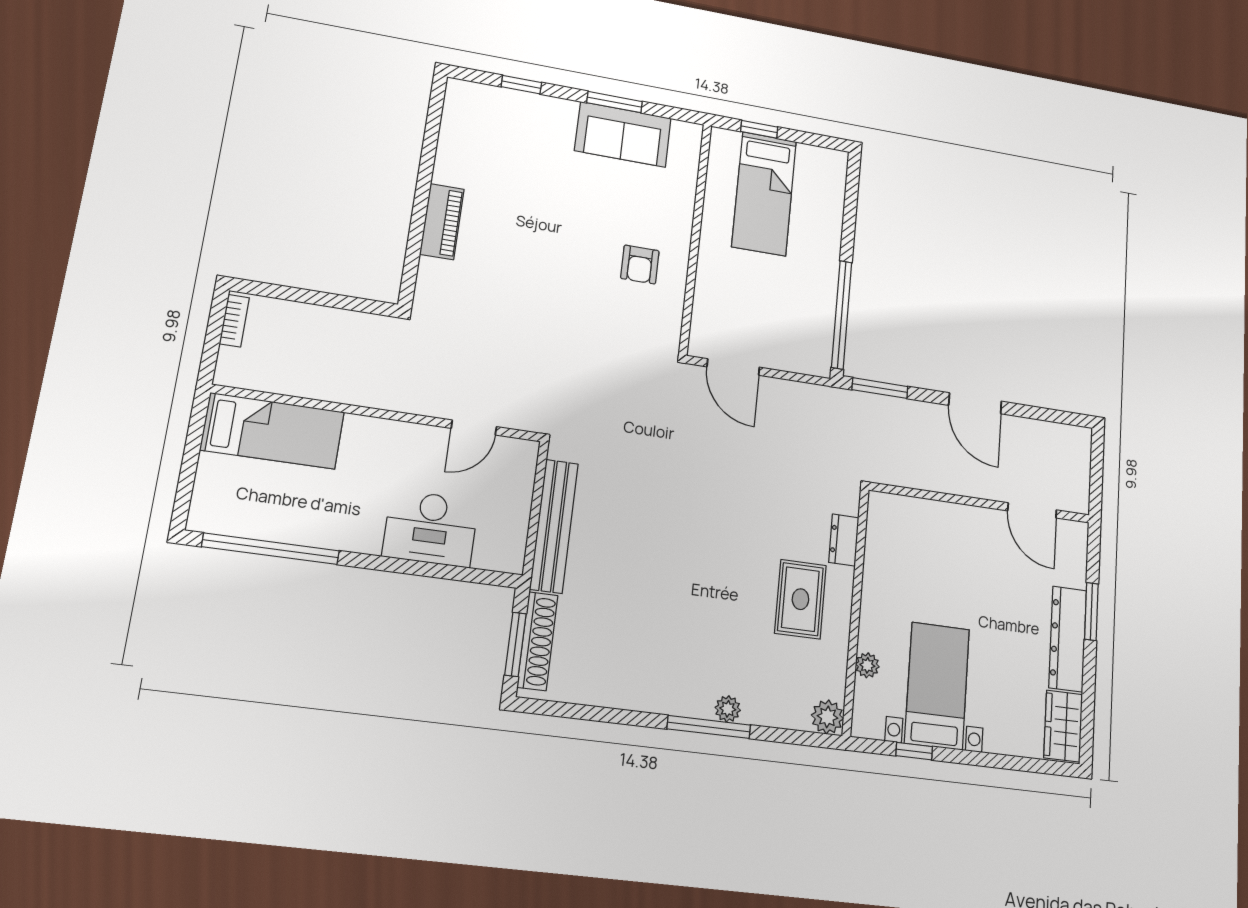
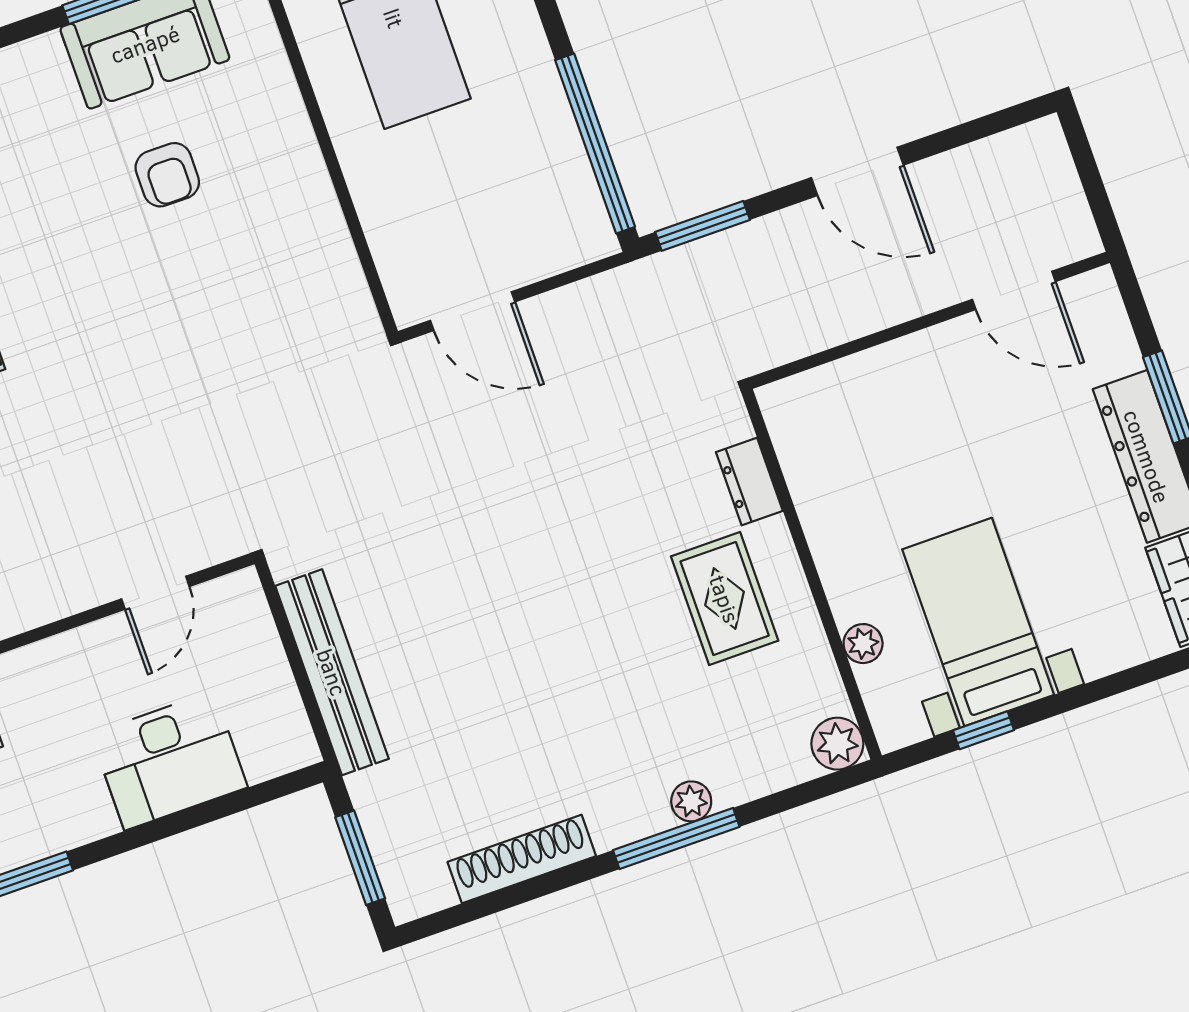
armchair: (640, 265) -> (167, 175), moved
shoe rack: (537, 641) -> (522, 859), moved, turned -90

